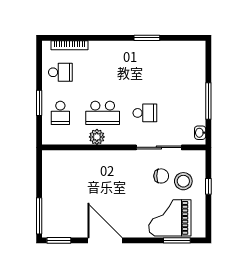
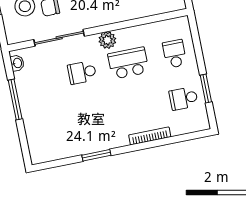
bookcase: (70, 45) -> (150, 136), moved
window: (39, 103) -> (206, 88), moved
plant: (97, 137) -> (107, 40), moved

